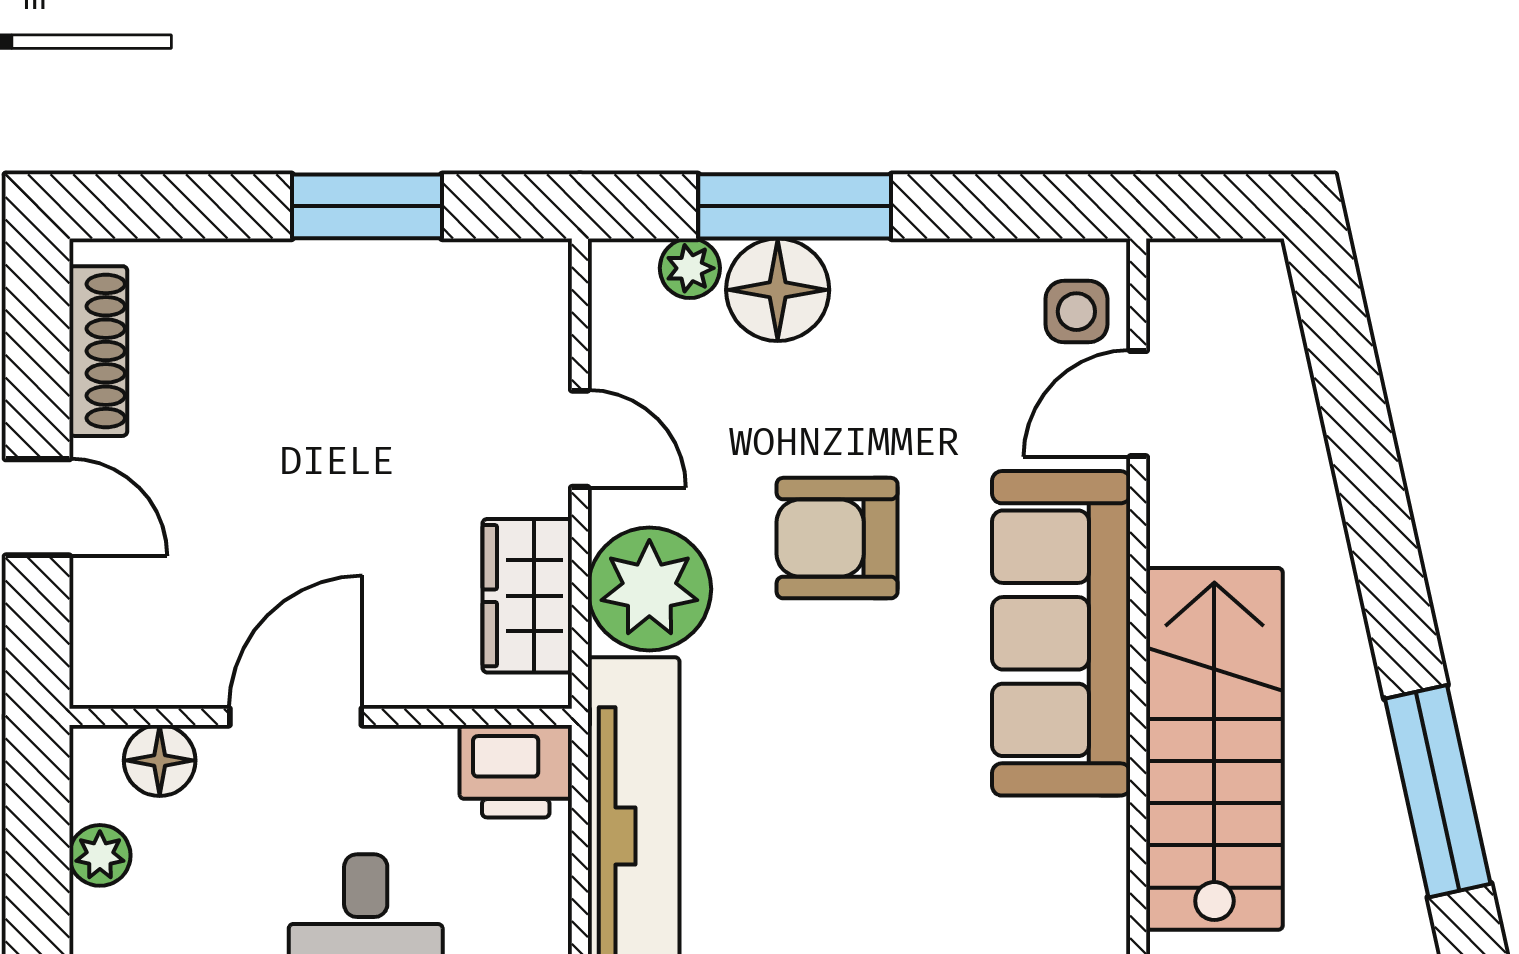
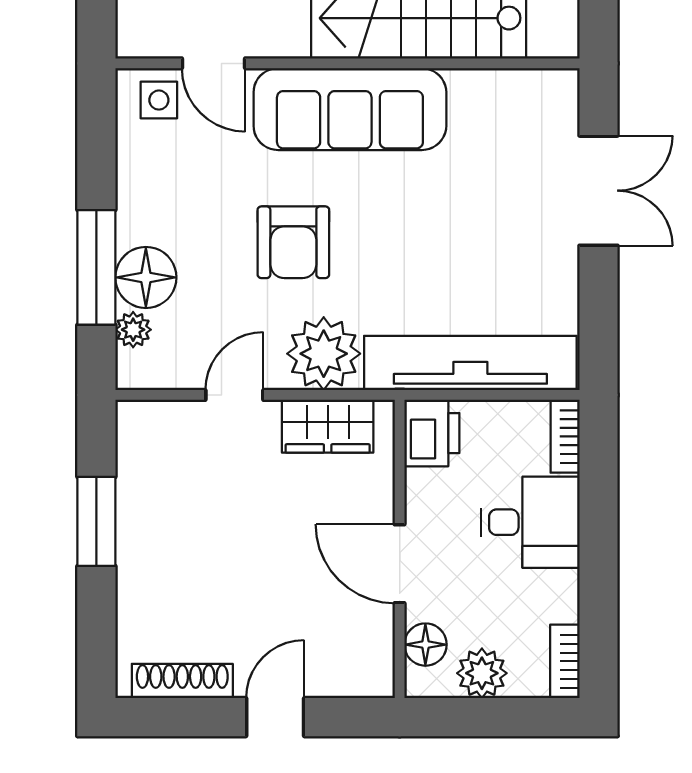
plant: (100, 855) -> (482, 673), width x1.38, depth x1.38

